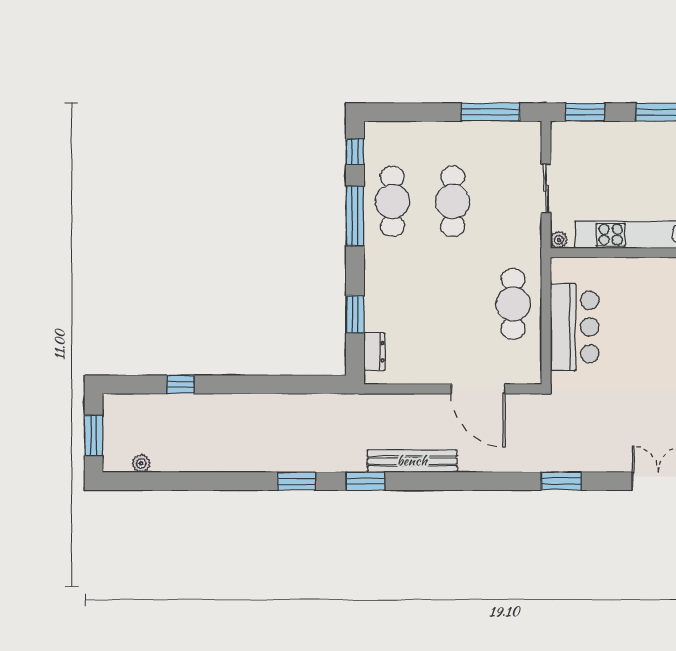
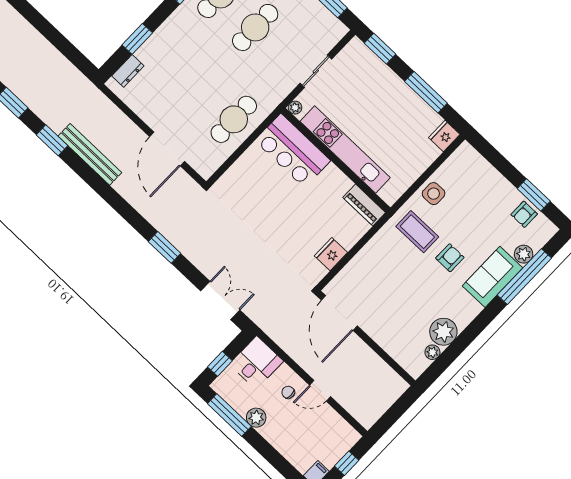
bar counter: (575, 327) -> (293, 151), moved, turned 90

